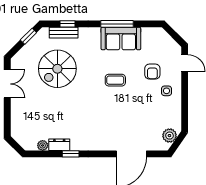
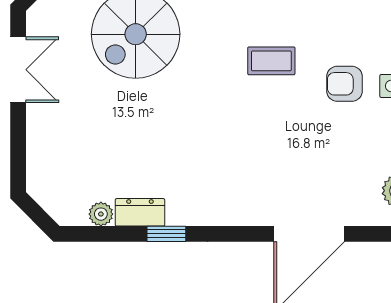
armchair: (152, 72) -> (345, 84), moved, turned 90

